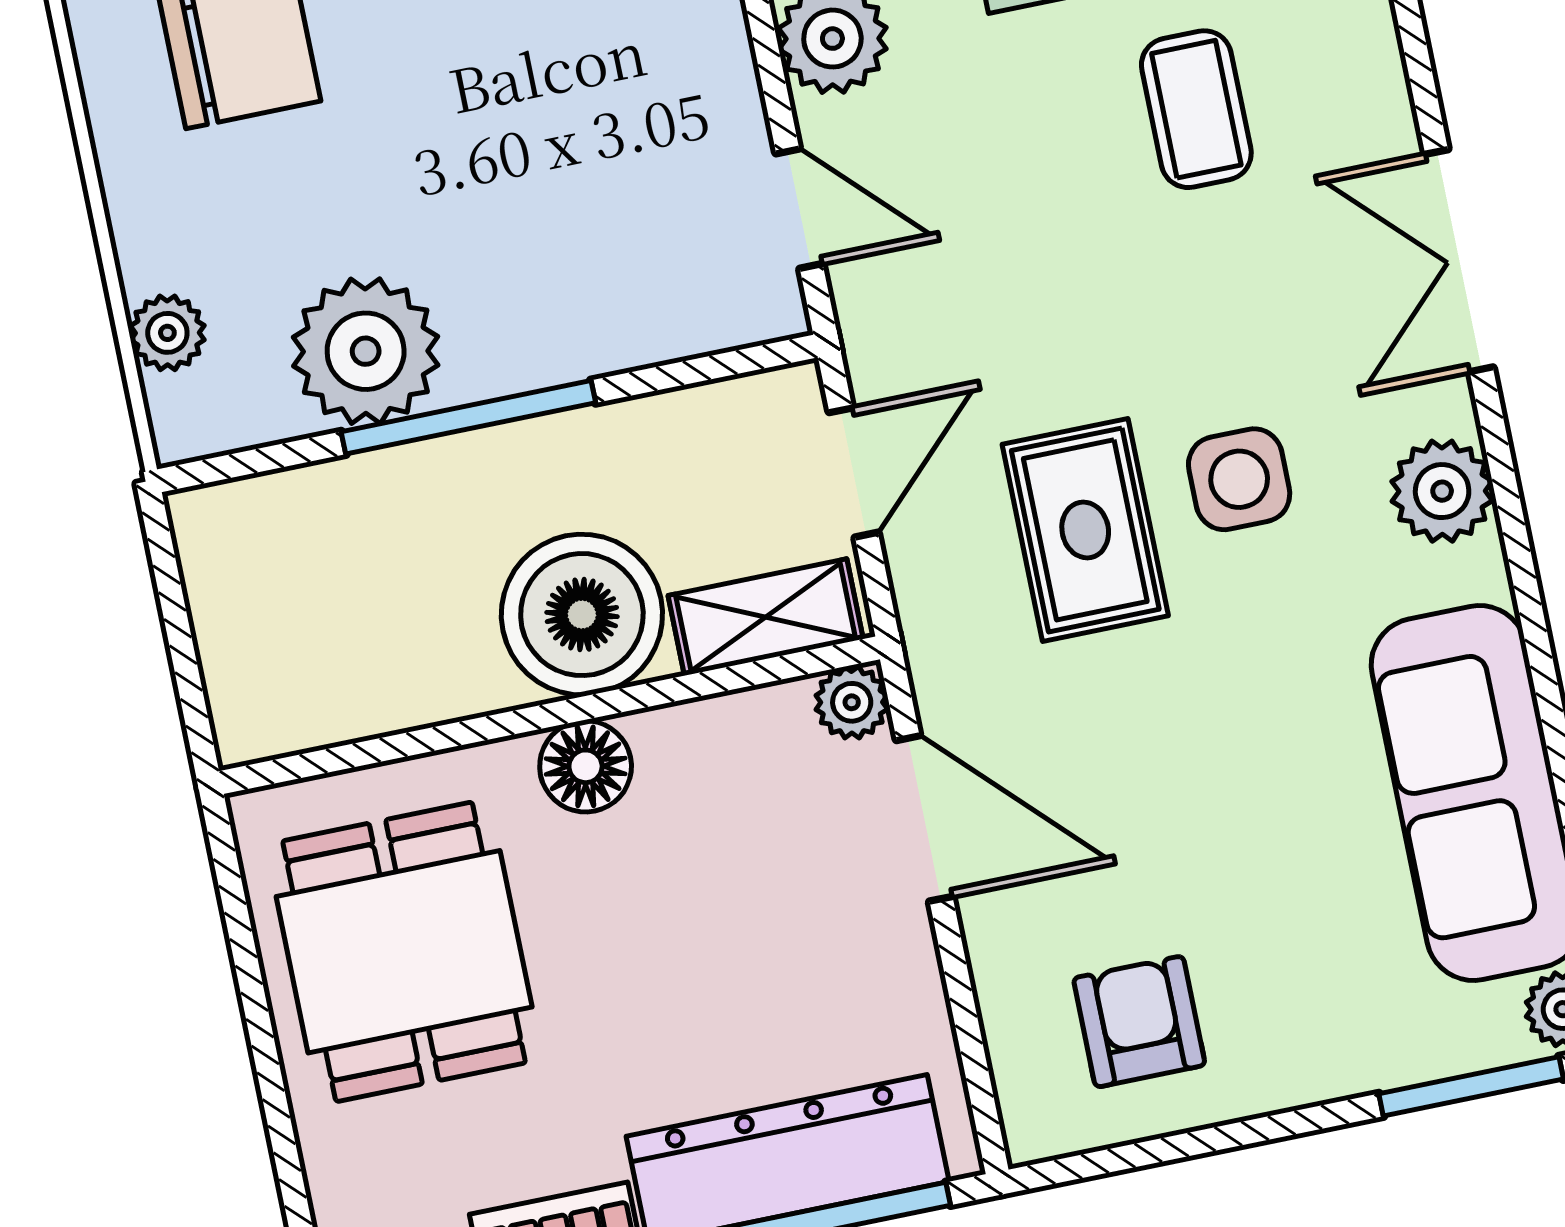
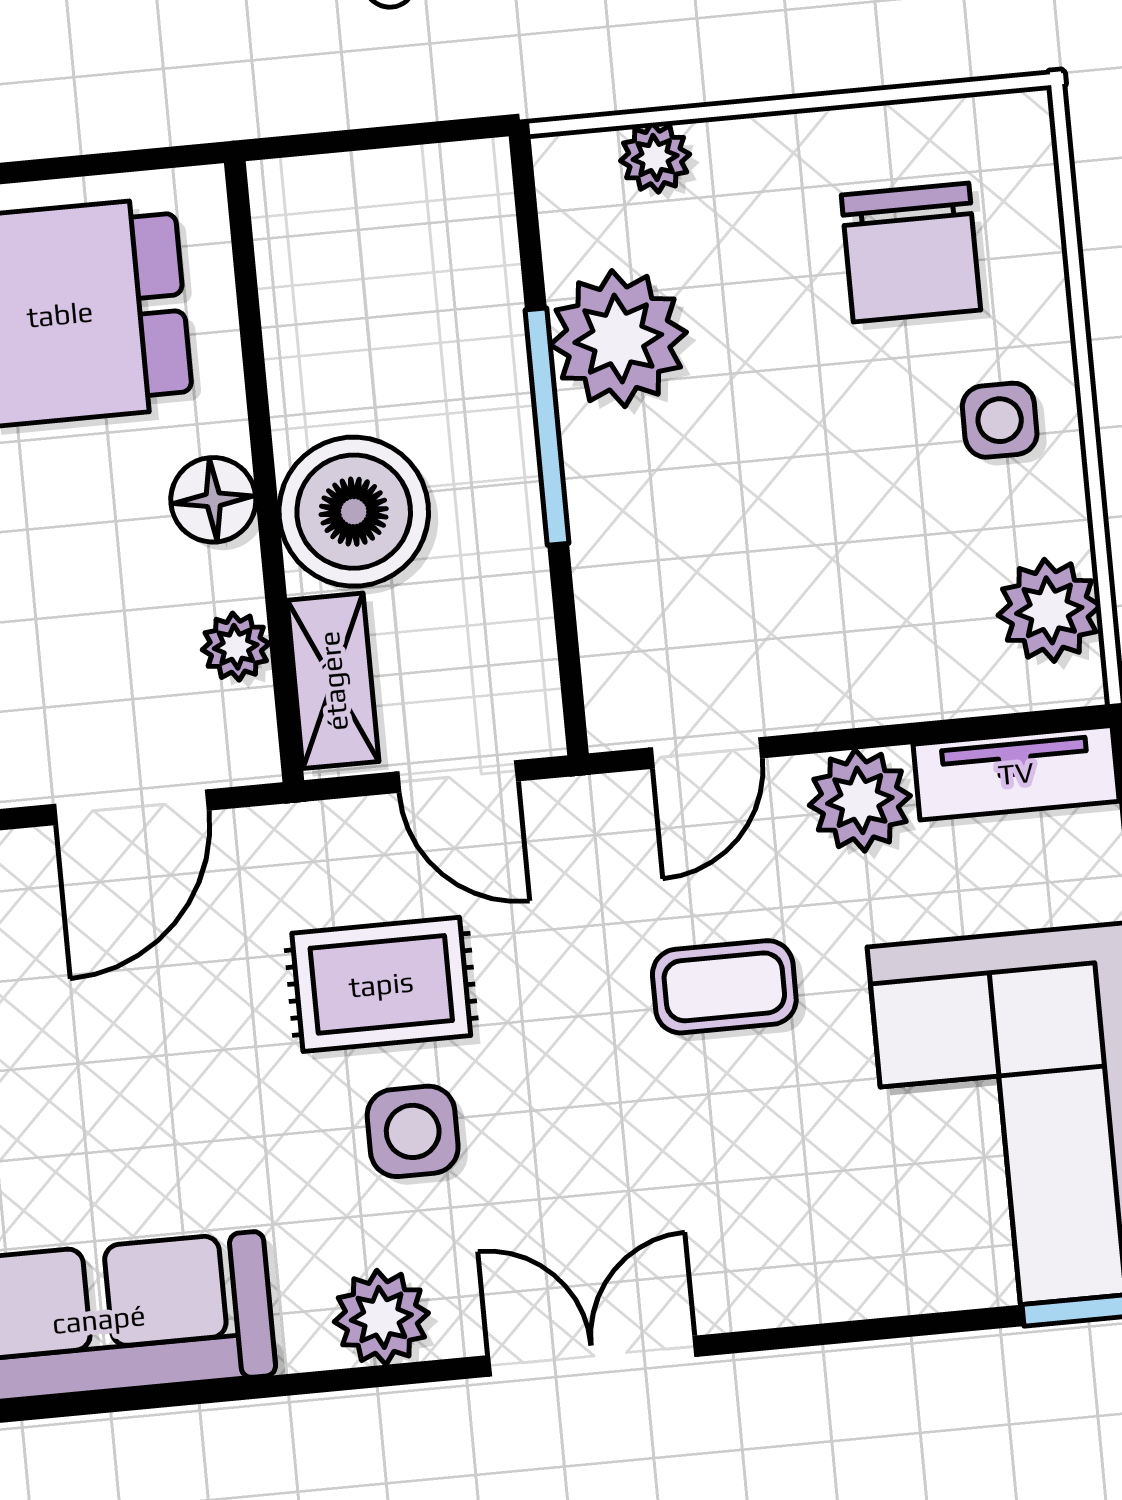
coffee table: (1196, 109) -> (724, 987), moved
plant: (852, 702) -> (236, 647), moved

